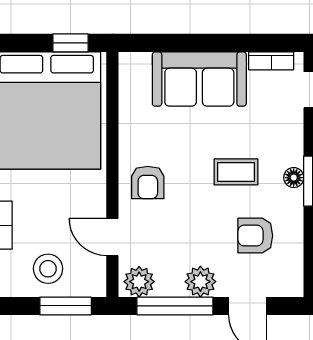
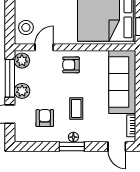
sofa: (199, 79) -> (122, 82), width x1.36
stool: (48, 269) -> (26, 27), moved
window: (66, 306) -> (10, 24), removed

